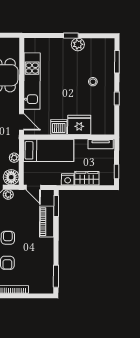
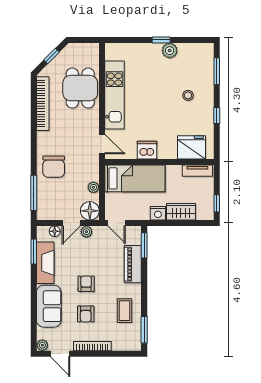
fridge: (79, 125) -> (192, 147), moved
coffee table: (40, 260) -> (125, 311), added

